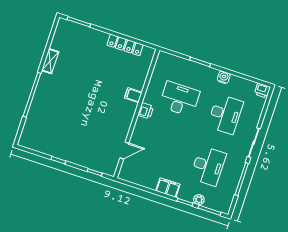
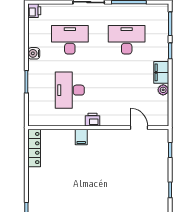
locker: (125, 45) -> (34, 148), moved
plant: (199, 200) -> (163, 90), moved

